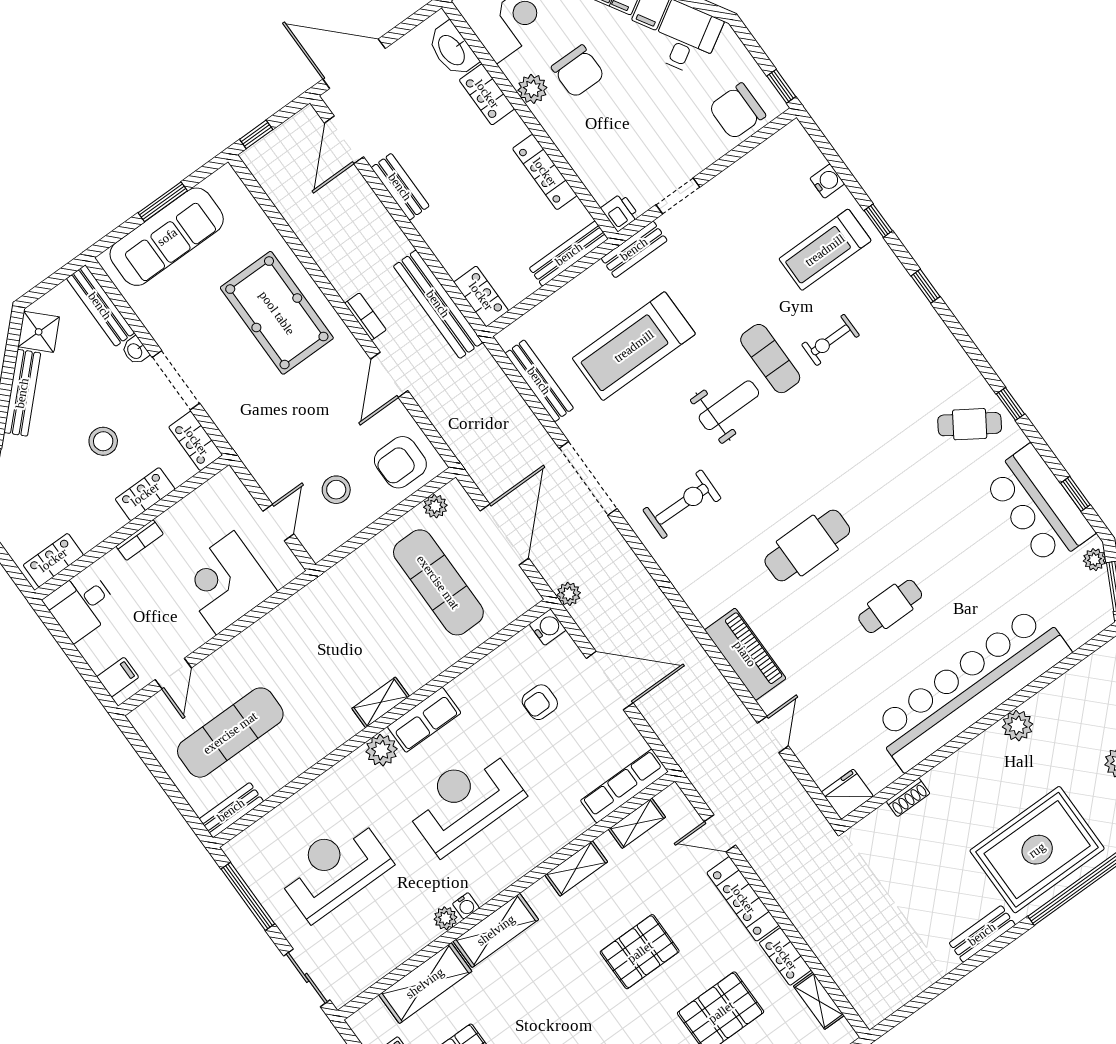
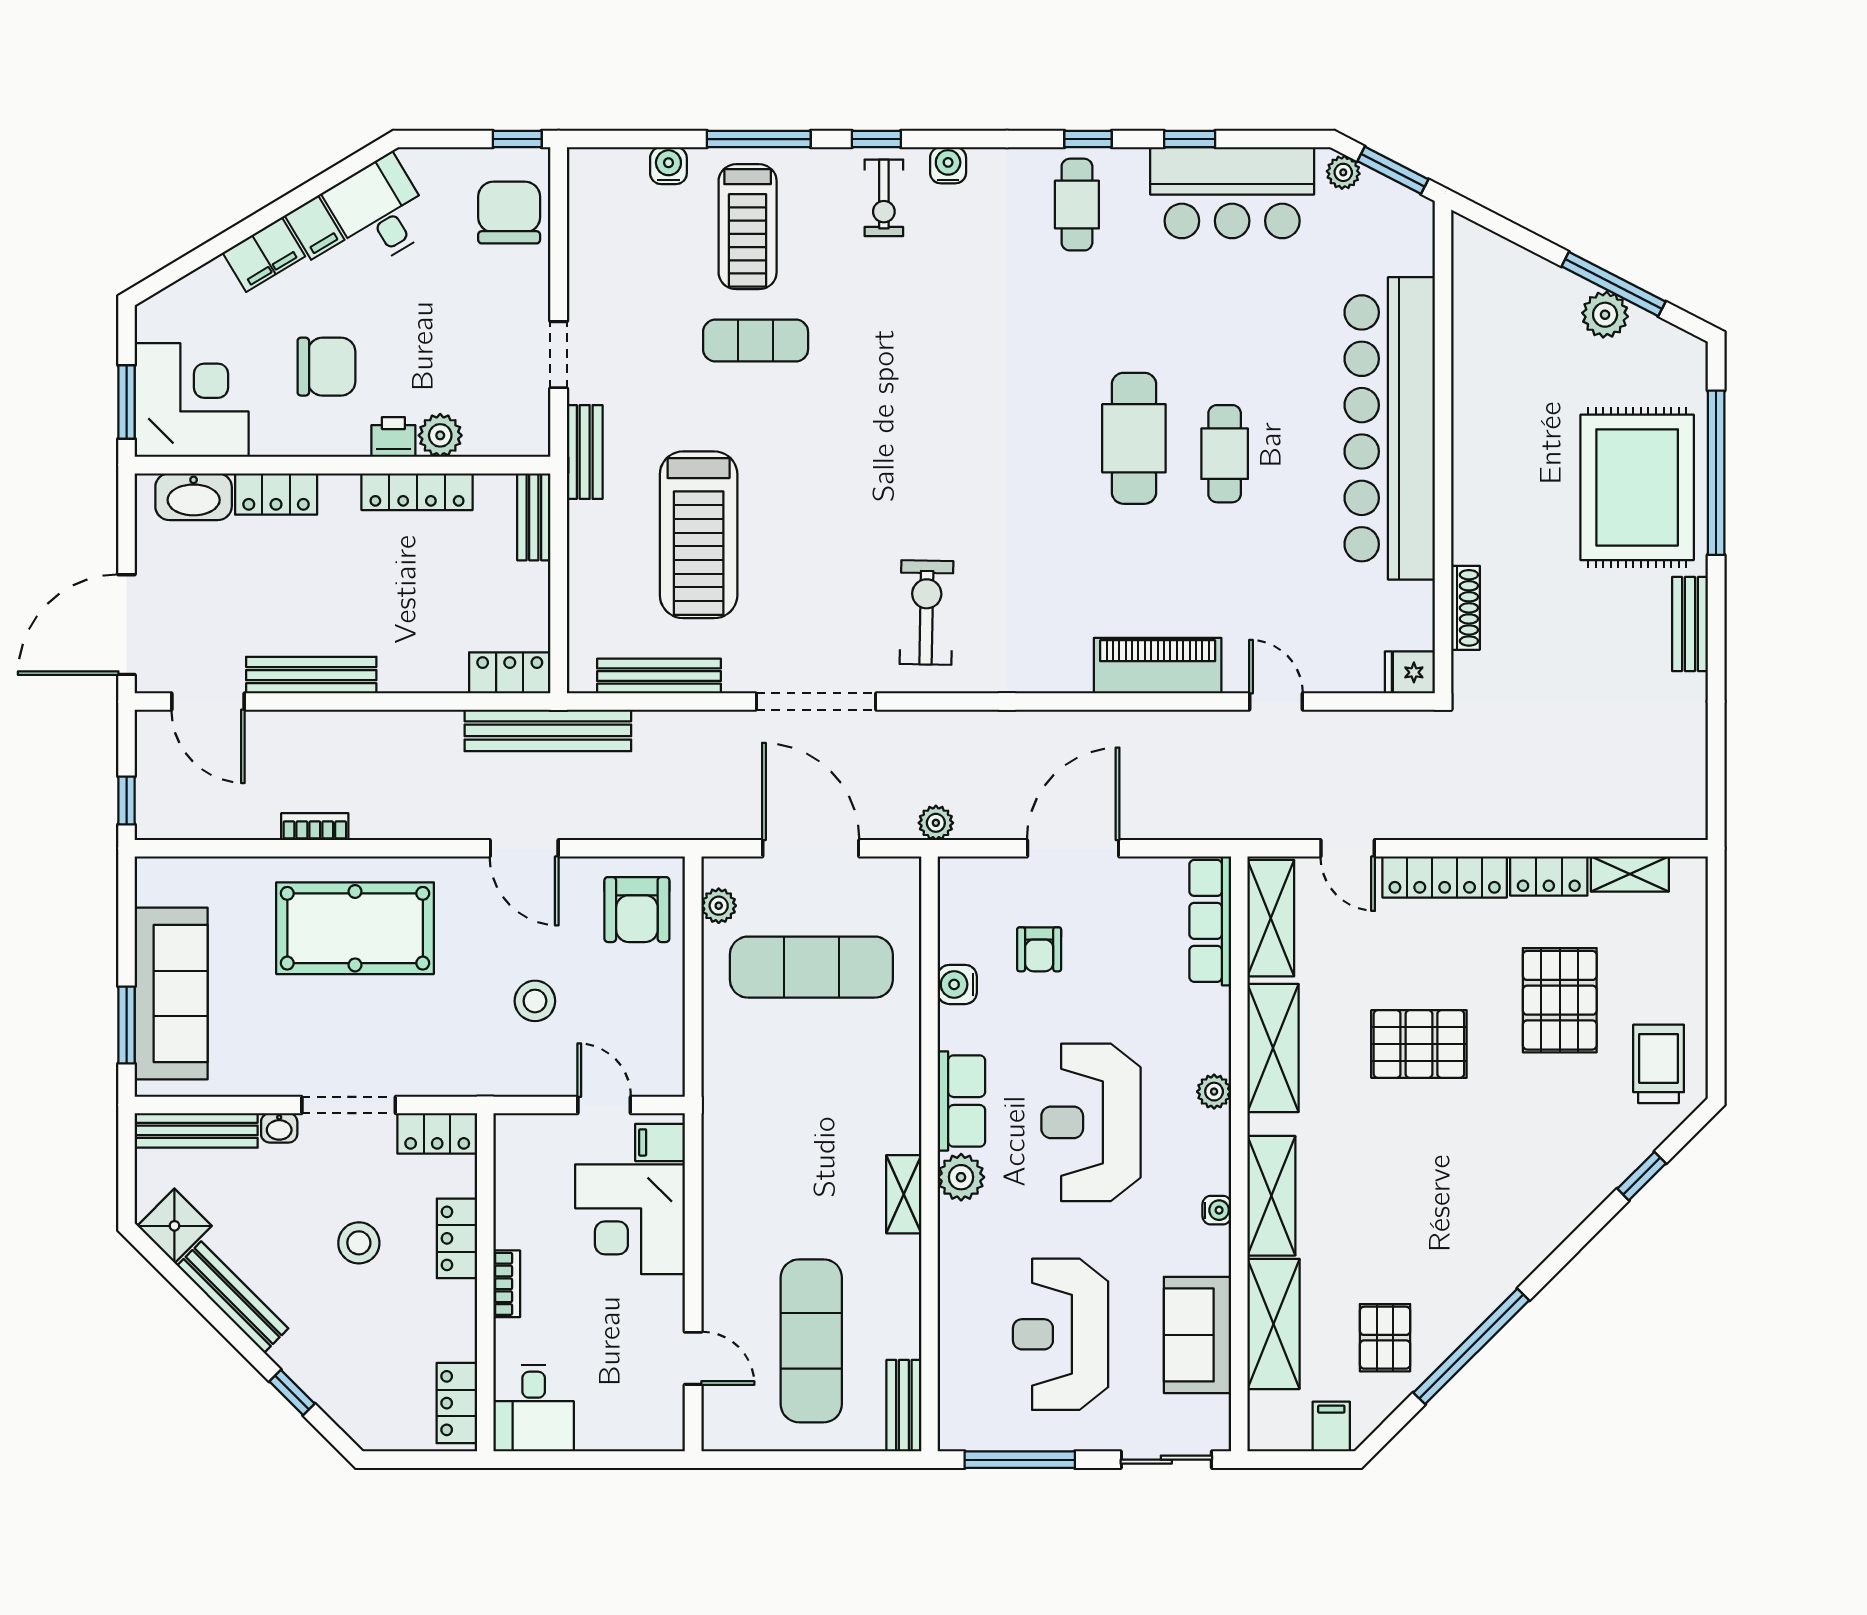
plant: (532, 89) -> (440, 435), moved
chair: (737, 111) -> (509, 213), turned 180
bench: (400, 187) -> (311, 675), width x1.36
window: (163, 202) -> (127, 1025), moved
printer: (620, 212) -> (393, 437), moved
window: (878, 221) -> (759, 139), width x2.17
bench: (569, 254) -> (534, 517), width x0.73
bench: (438, 304) -> (548, 730), moved
bookcase: (365, 317) -> (315, 827), moved
water cooler: (940, 337) -> (948, 165), added
exercise bike: (830, 340) -> (884, 198), moved
exercise mat: (770, 359) -> (756, 341), moved
weight bench: (729, 405) -> (850, 473), removed
cafe table: (970, 424) -> (1077, 205), turned -33
stool: (336, 490) -> (535, 1001), moved
window: (1075, 494) -> (1190, 139), moved
cafe table: (807, 546) -> (1134, 438), moved
water cooler: (548, 627) -> (957, 984), moved, turned -90
filing cabinet: (118, 677) -> (660, 1142), moved, turned -90
shelving: (381, 702) -> (904, 1194), moved
plant: (1018, 726) -> (1474, 405), removed
fridge: (847, 794) -> (1410, 672), width x0.72
shoe rack: (908, 797) -> (1465, 608), width x1.43
shelving: (637, 823) -> (1271, 918), width x1.50, depth x1.33
door: (720, 833) -> (1348, 848), hinge flipped
shelving: (576, 868) -> (1273, 1048), width x1.50, depth x1.33
plant: (445, 918) -> (1214, 1092), moved
sofa: (389, 945) -> (1197, 1335), added
pallet: (640, 952) -> (1419, 1044), turned 90

